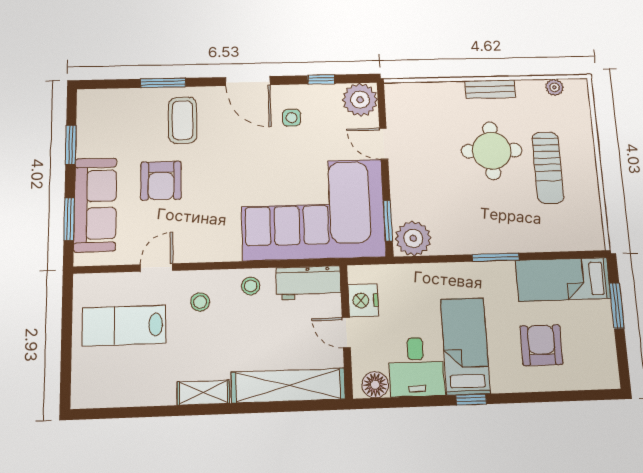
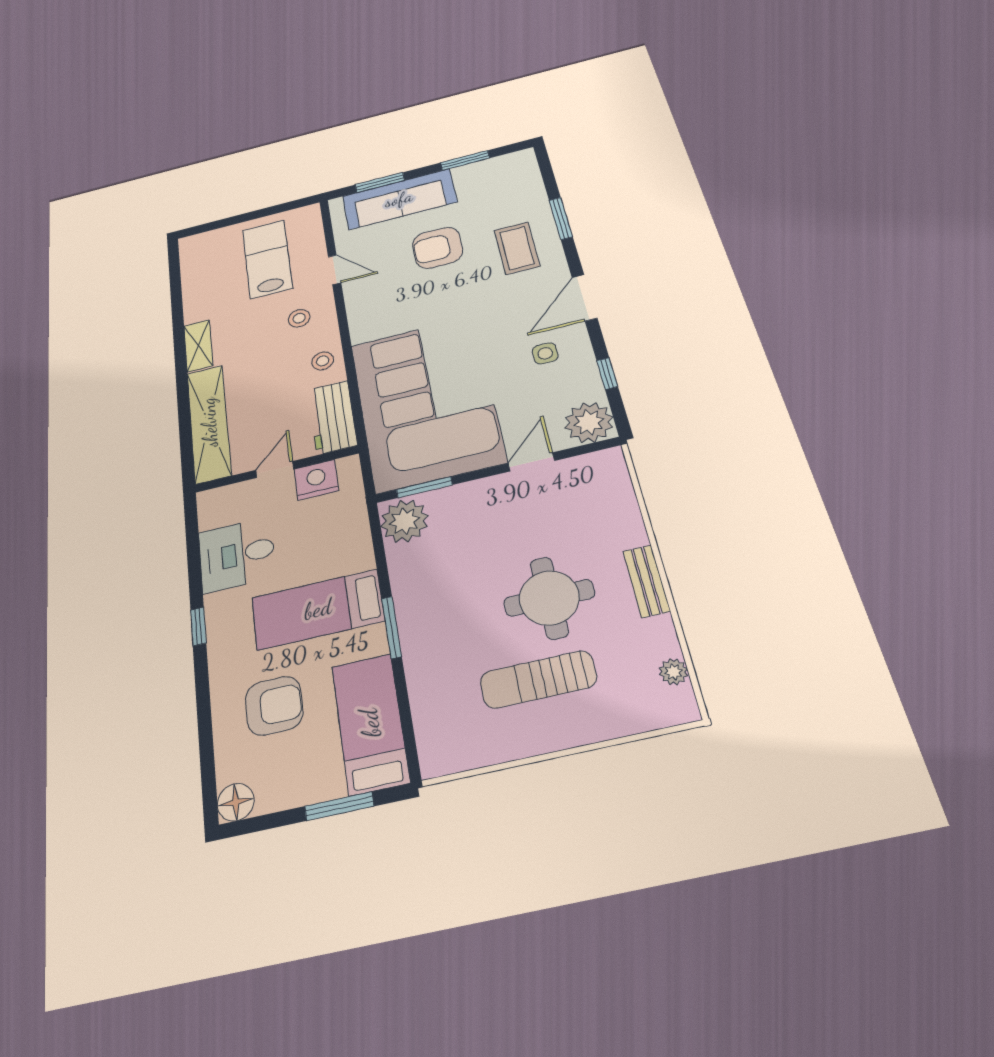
coffee table: (183, 120) -> (517, 248), turned 90
bed: (465, 346) -> (318, 609), moved, turned 180
floor lamp: (375, 385) -> (236, 802), moved

